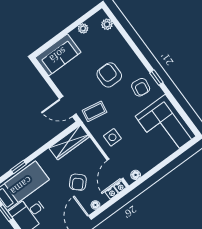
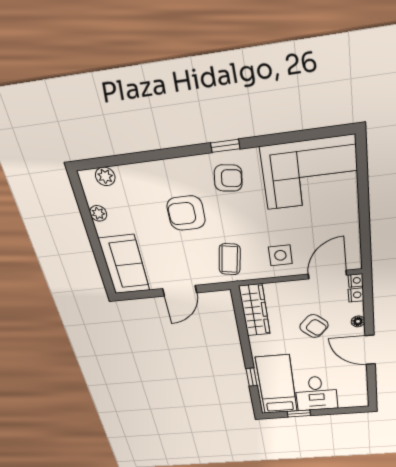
door: (68, 106) -> (180, 291), moved
door: (115, 169) -> (327, 275), swing flipped
floor lamp: (136, 175) -> (353, 253), removed

